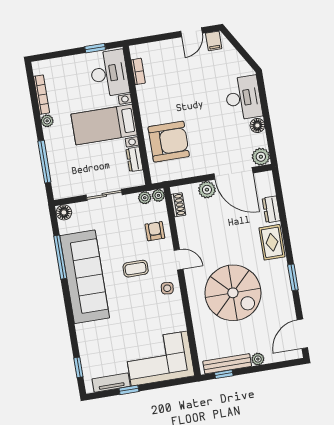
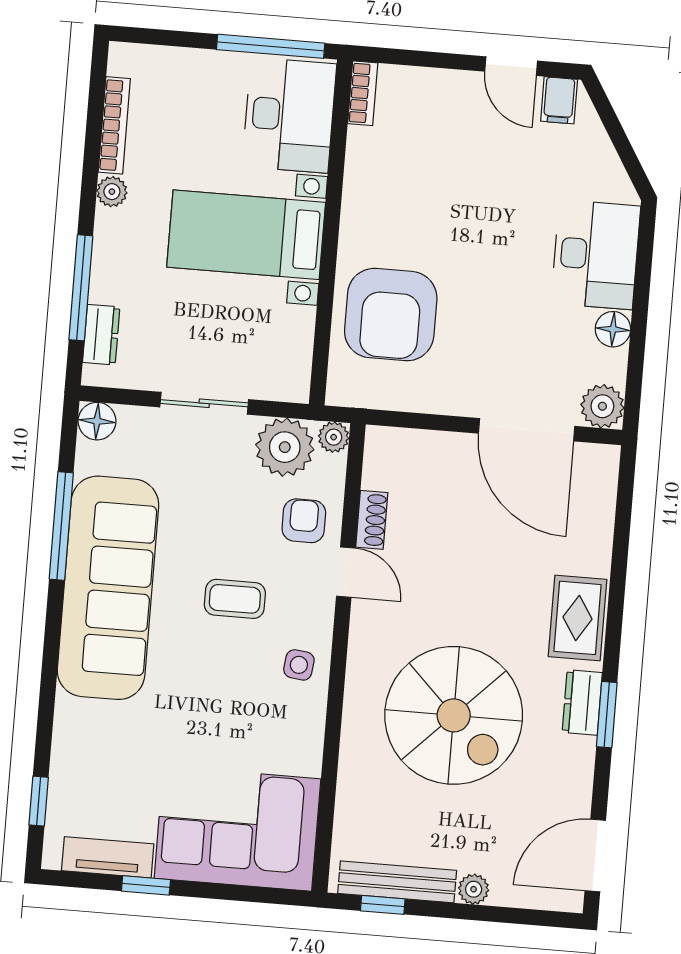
door: (191, 32) -> (511, 66), hinge flipped
window: (95, 48) -> (271, 46), width x2.17
bookcase: (138, 71) -> (363, 93), moved
armchair: (169, 142) -> (391, 315), turned 90
dresser: (134, 159) -> (101, 335), moved, turned 180
plant: (207, 190) -> (453, 453), removed
plant: (145, 198) -> (285, 447), width x1.87, depth x1.87
shoe rack: (178, 205) -> (372, 520), moved
dresser: (271, 209) -> (582, 702), moved
door: (179, 260) -> (346, 572), moved

